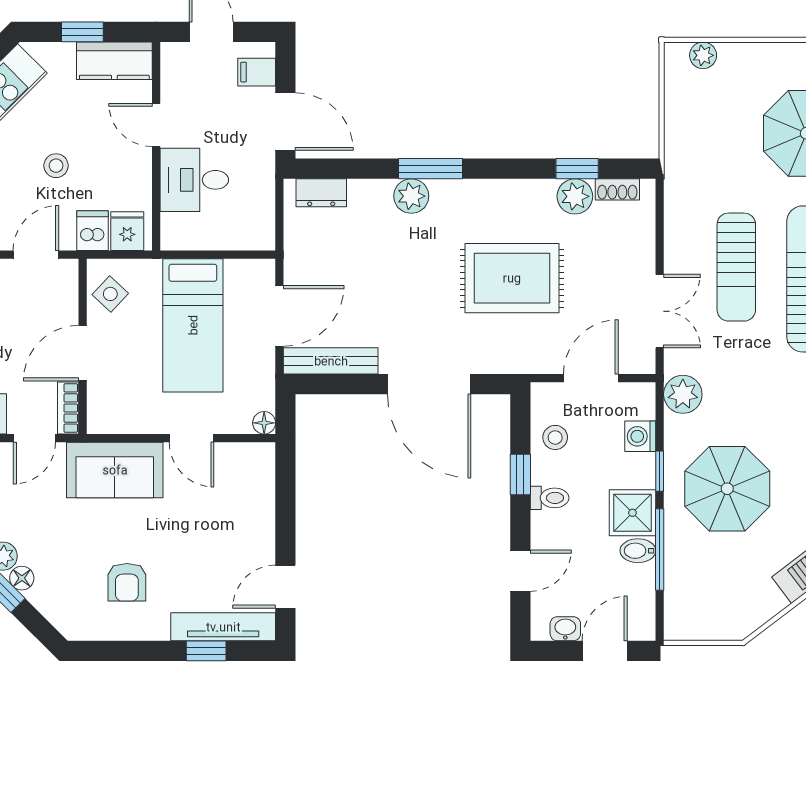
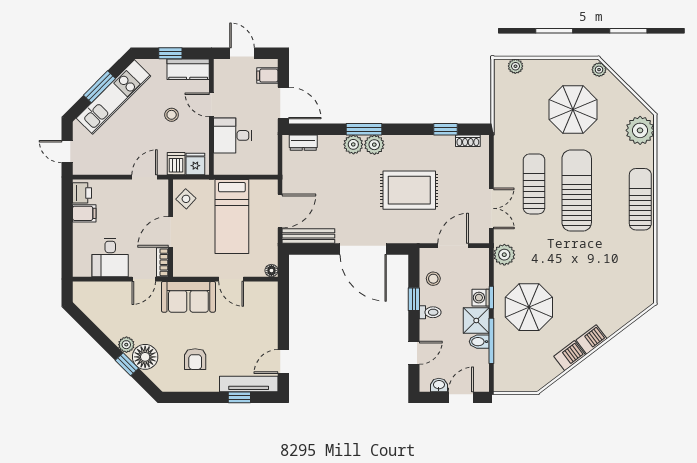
stool: (56, 166) -> (172, 115), moved
plant: (575, 196) -> (374, 145), moved
sun lounger: (736, 267) -> (534, 184), turned 180
washing machine: (640, 436) -> (481, 298), moved
floor lamp: (22, 578) -> (145, 357), width x1.89, depth x1.89

